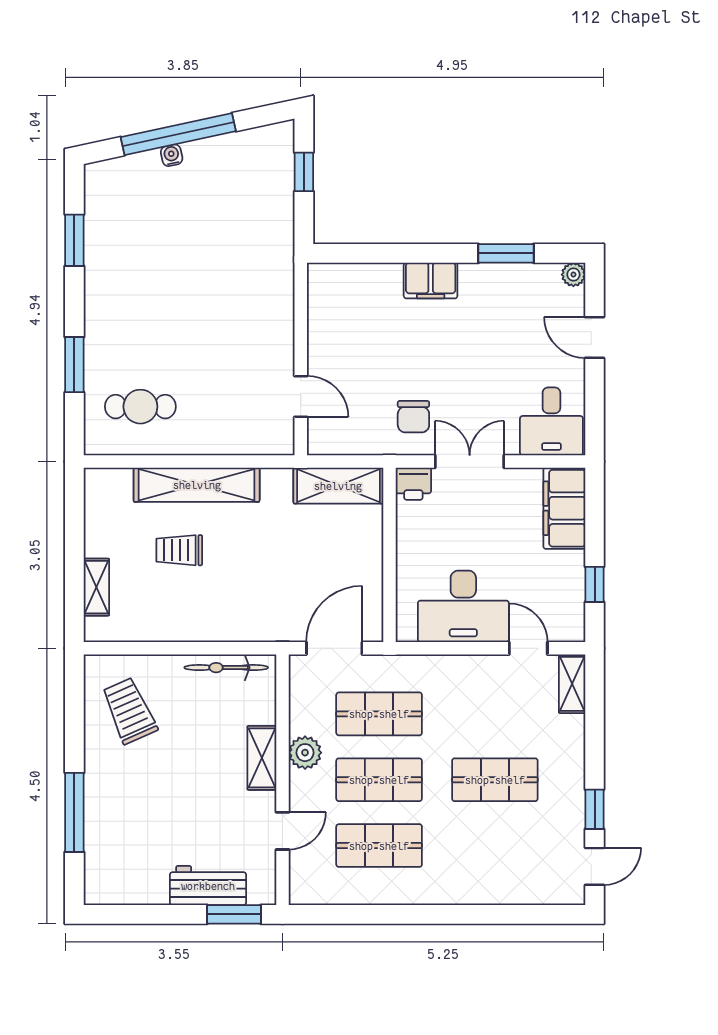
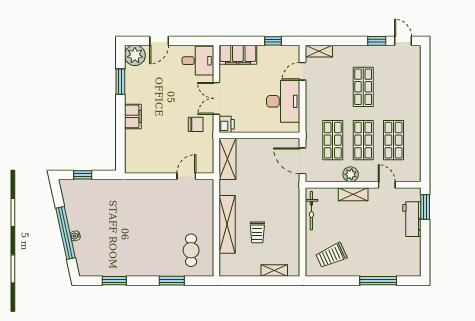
plant: (573, 275) -> (135, 55), width x1.88, depth x1.88

